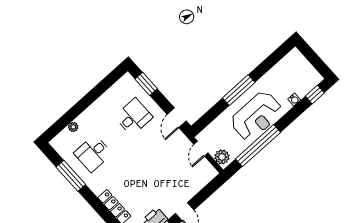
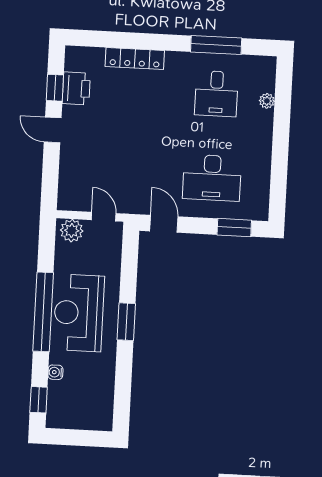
window: (239, 90) -> (126, 322), width x0.69
desk: (134, 117) -> (212, 178), width x1.37
window: (258, 146) -> (43, 312), moved
desk: (93, 153) -> (216, 94), turned 180

